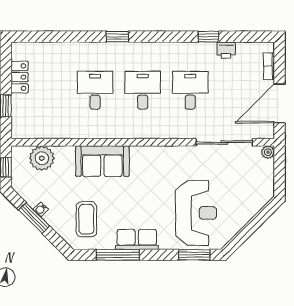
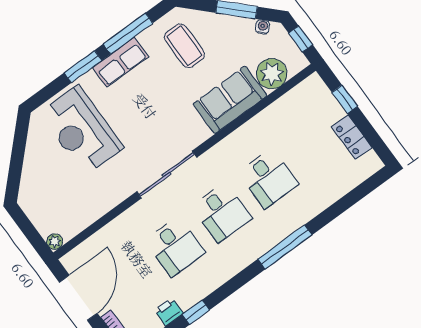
window: (117, 37) -> (285, 247), width x2.17
sliding door: (224, 142) -> (167, 175), moved
sofa: (102, 161) -> (230, 100), moved
water cooler: (41, 209) -> (263, 27), moved
window: (194, 255) -> (83, 67), moved

